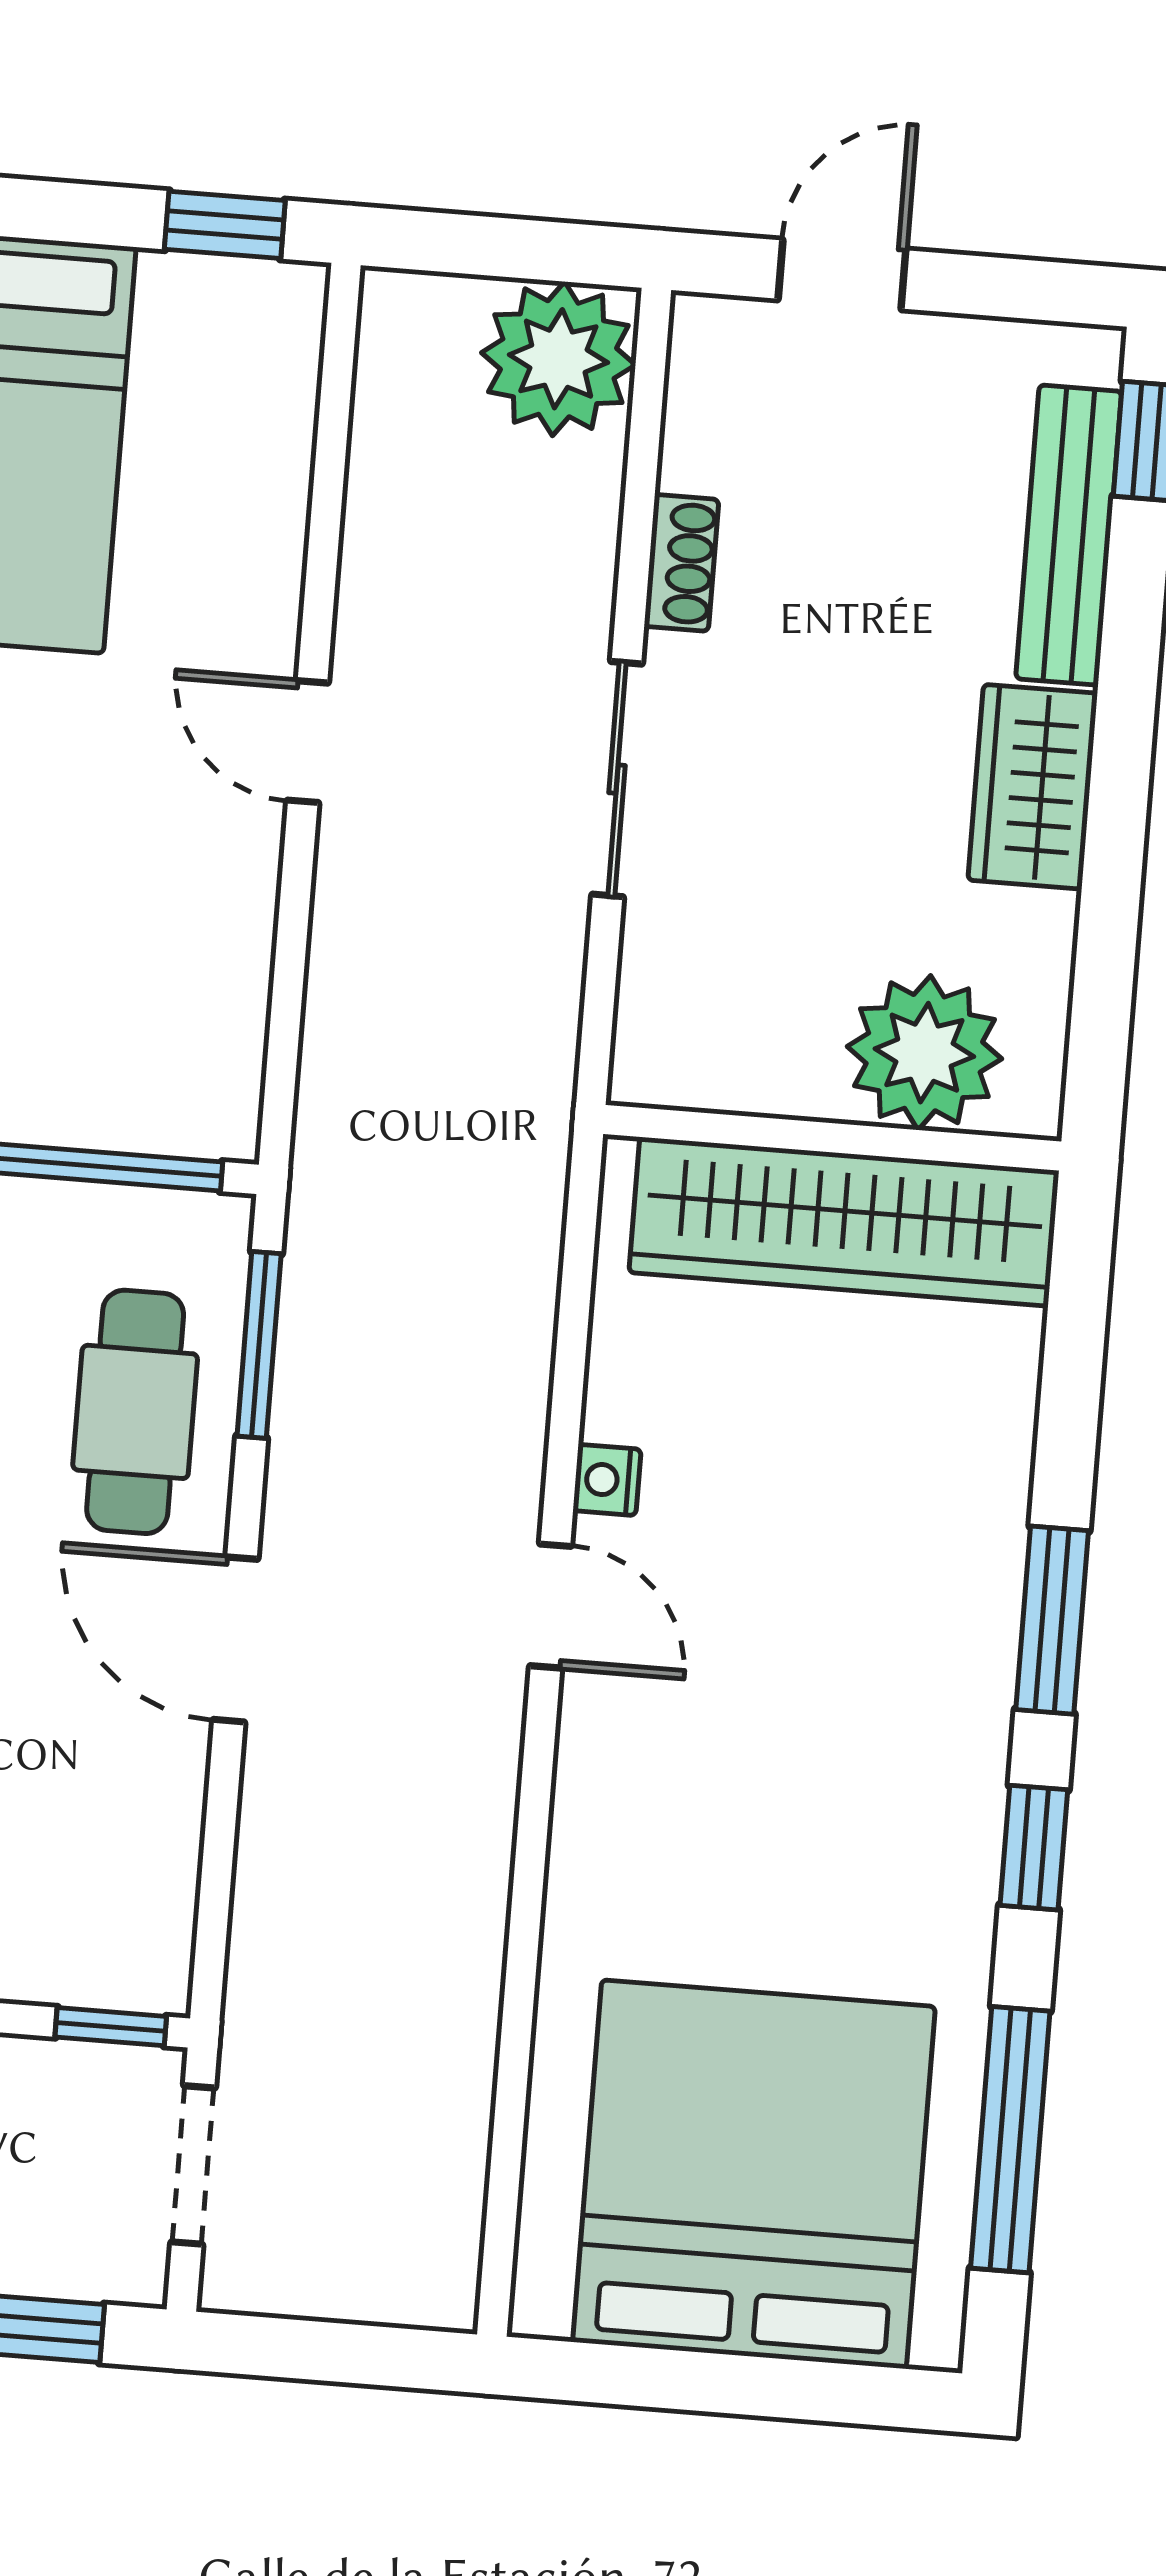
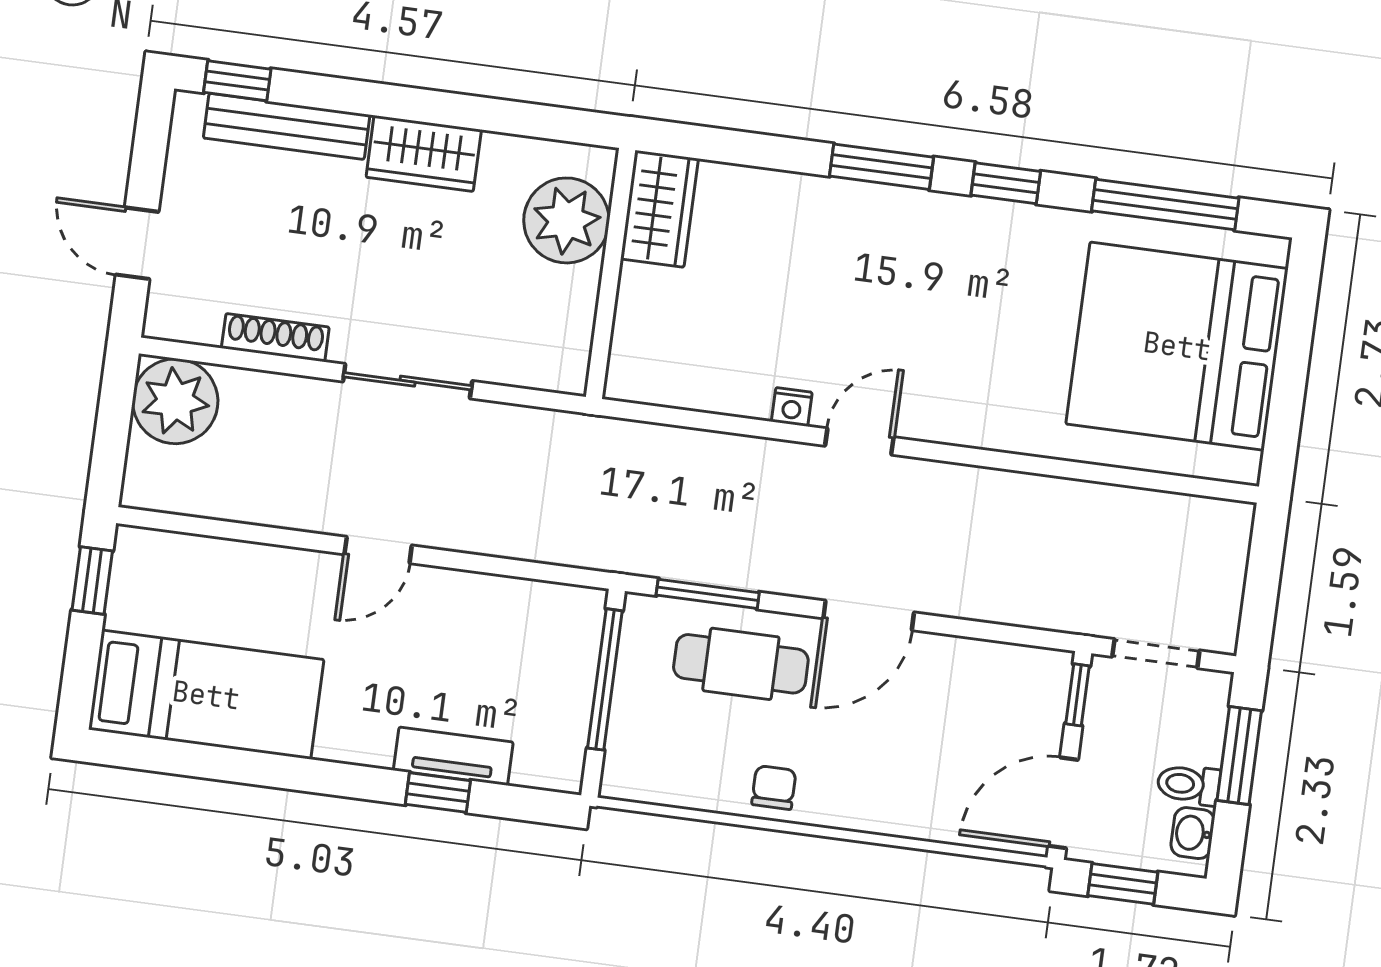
shoe rack: (681, 563) -> (275, 338), width x1.43
wardrobe: (844, 1222) -> (659, 209), width x0.48, depth x0.85

